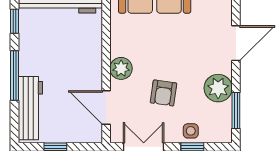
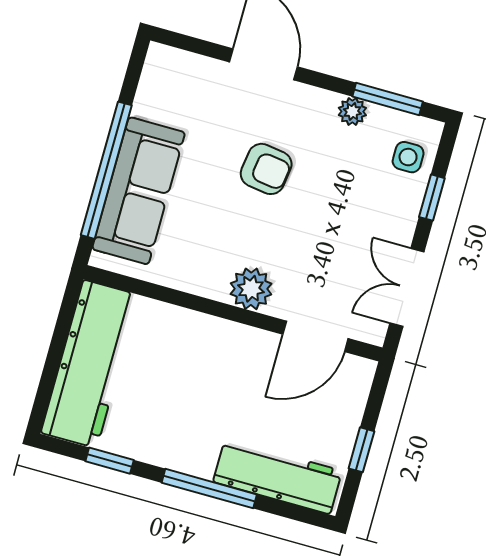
plant: (218, 88) -> (352, 112), width x0.53, depth x0.53
armchair: (164, 93) -> (266, 169), moved
side table: (191, 131) -> (408, 157), moved

